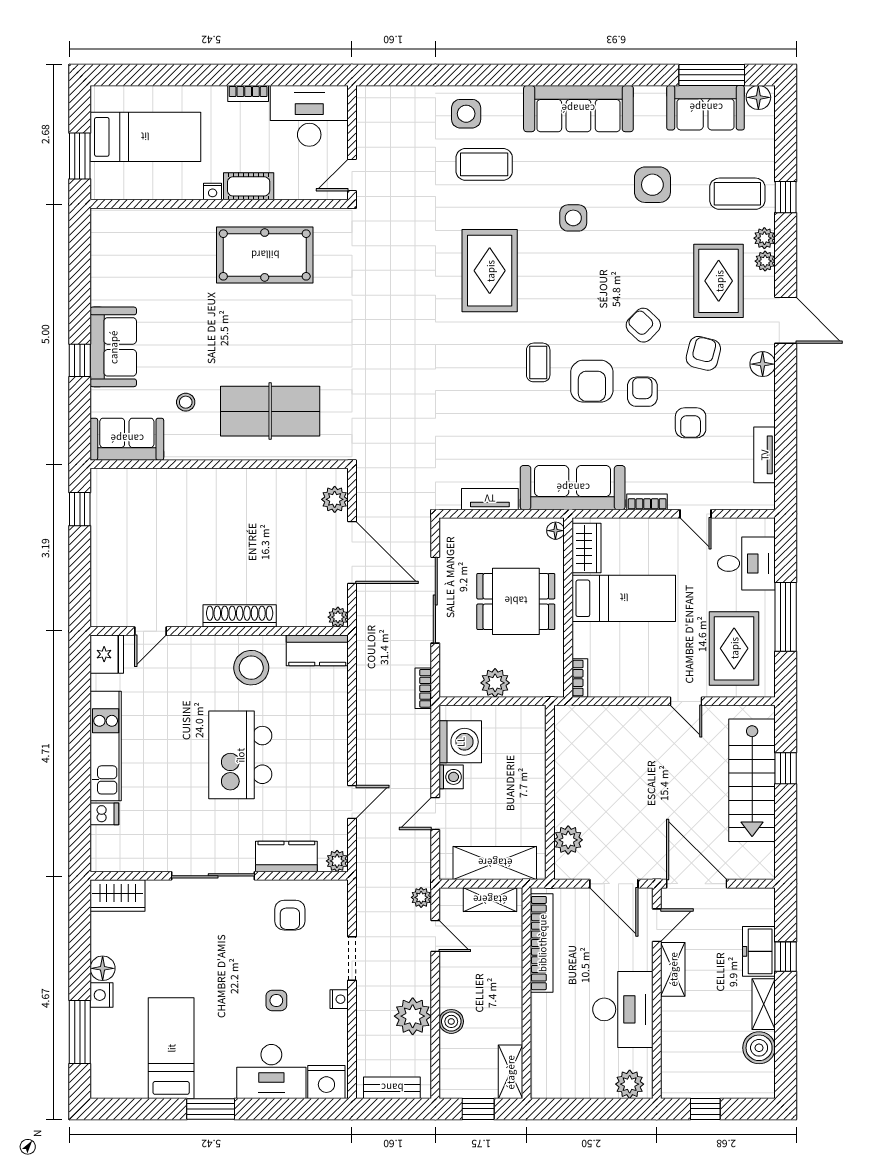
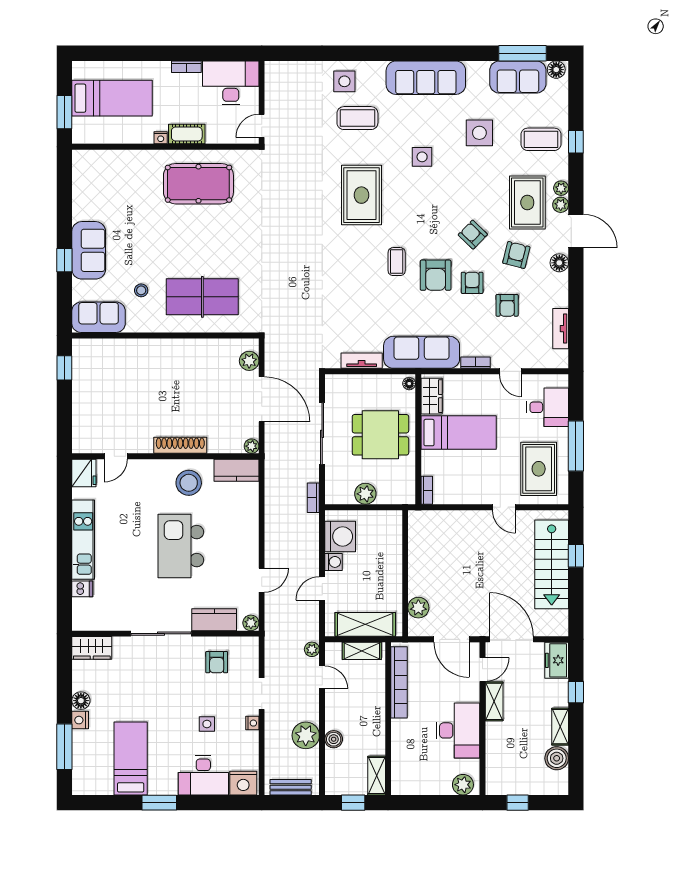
plant: (764, 238) -> (561, 205), moved
freezer: (759, 951) -> (557, 660), moved

